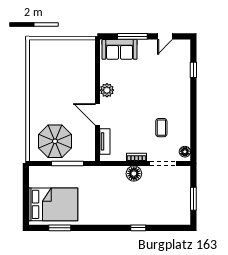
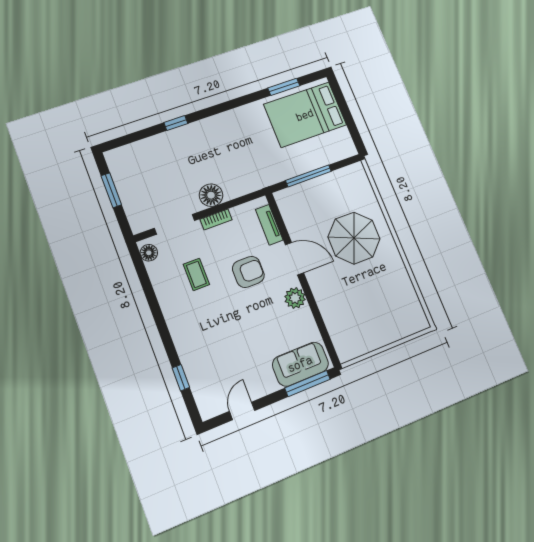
window: (132, 36) -> (307, 384), moved
armchair: (129, 117) -> (248, 272), added
parasol: (55, 141) -> (354, 238), moved

